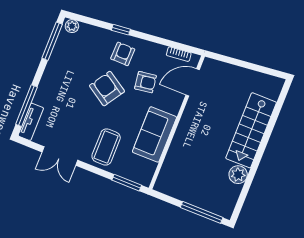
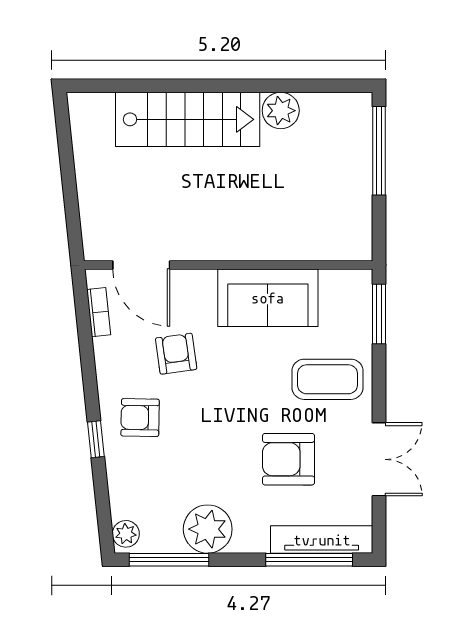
plant: (59, 65) -> (208, 529), added
armchair: (107, 89) -> (288, 459), moved, turned 57
tv unit: (31, 122) -> (322, 540), width x1.41

